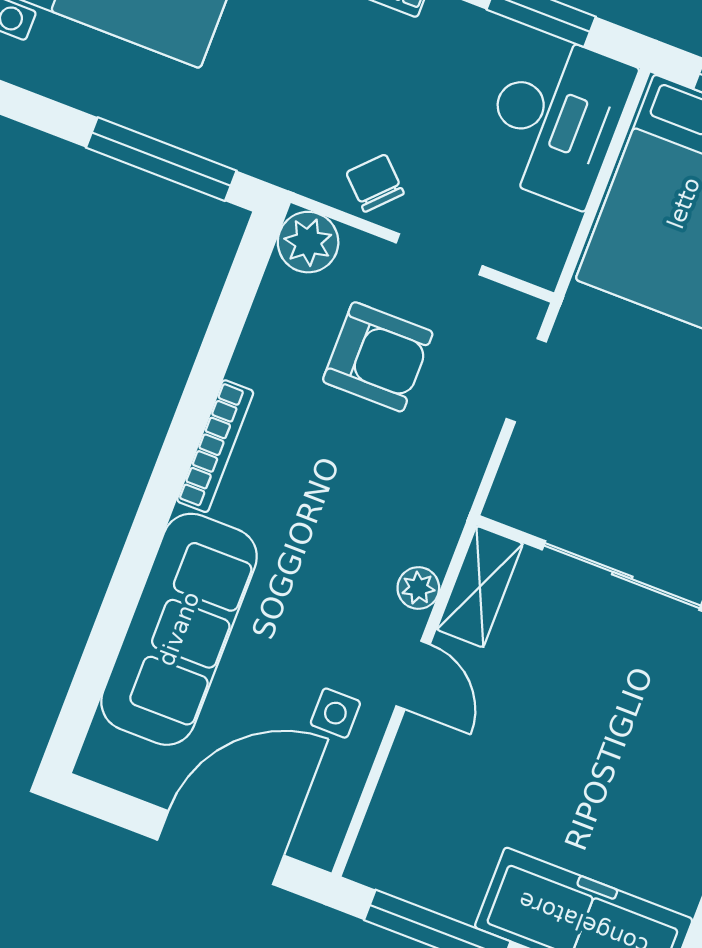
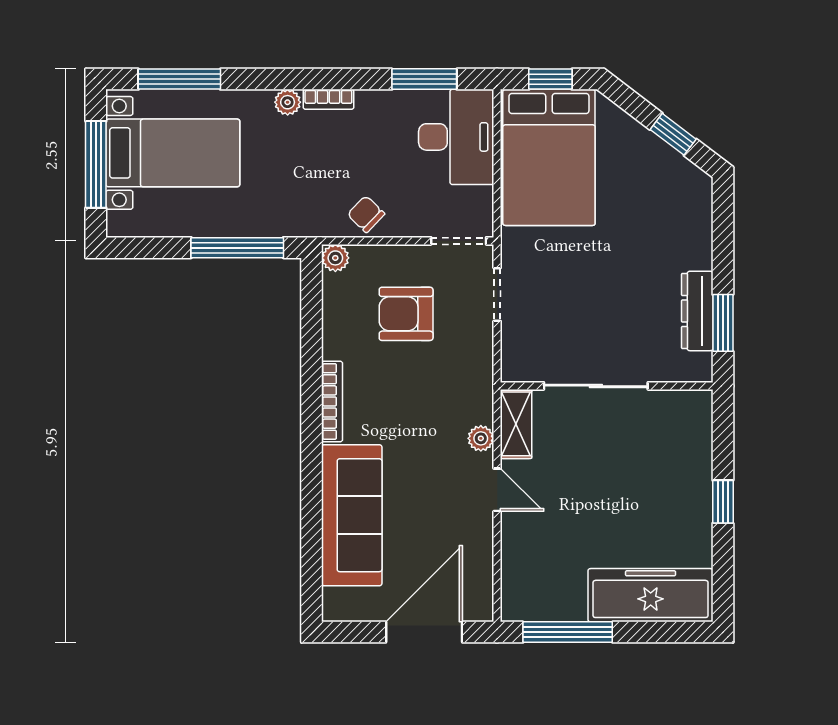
plant: (308, 242) -> (335, 258), width x0.73, depth x0.73
doorway: (439, 254) -> (459, 241), moved
armchair: (378, 357) -> (406, 314), turned 180
side table: (335, 713) -> (461, 529), removed

